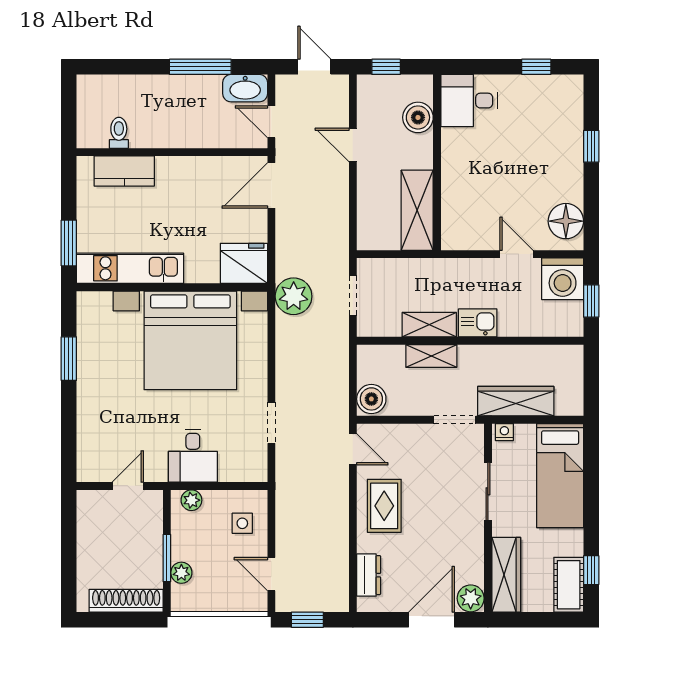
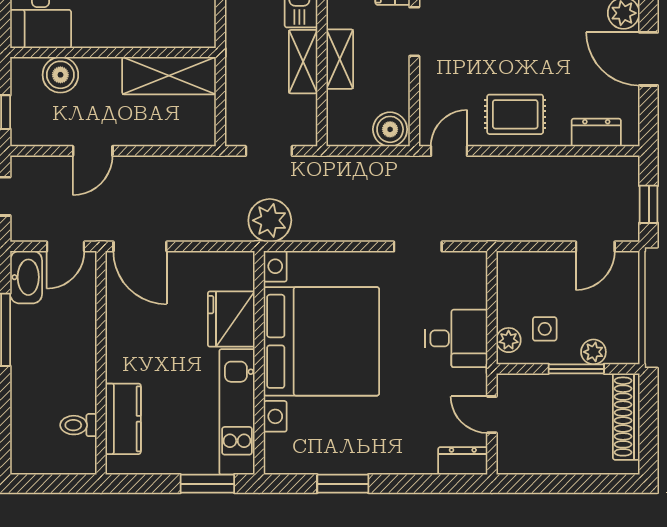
fridge: (244, 263) -> (231, 319), moved
dresser: (88, 461) -> (463, 461), added
side table: (242, 523) -> (545, 329), moved

